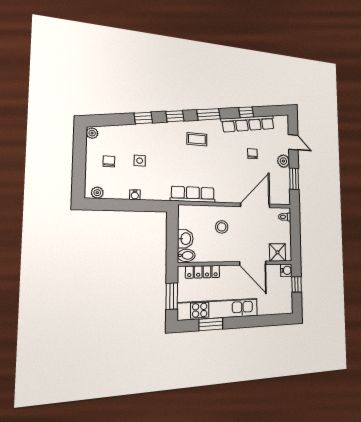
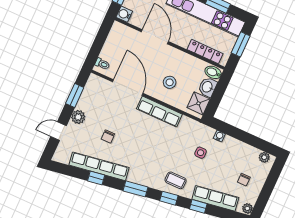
row of seats: (130, 132) -> (215, 198), added
coffee table: (197, 139) -> (176, 180), moved
door: (293, 142) -> (58, 131), hinge flipped
side table: (140, 161) -> (201, 153), moved
row of seats: (193, 194) -> (159, 112), moved
water cooler: (135, 195) -> (219, 136), moved
door: (255, 205) -> (128, 88), swing flipped
shower: (277, 252) -> (198, 103), moved

